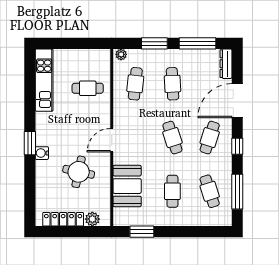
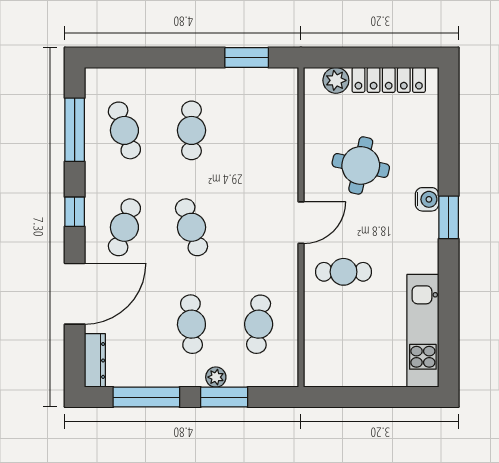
plant: (121, 54) -> (216, 377), moved
cafe table: (88, 88) -> (344, 272), moved
booth: (127, 186) -> (273, 140), removed

